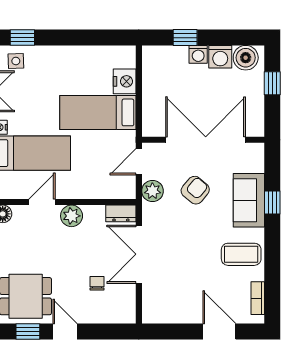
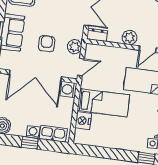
window: (185, 38) -> (30, 143), moved
kitchen sink: (167, 56) -> (53, 134), added
washing machine: (220, 57) -> (68, 90), moved, turned -90
armchair: (195, 190) -> (47, 44), turned 140

